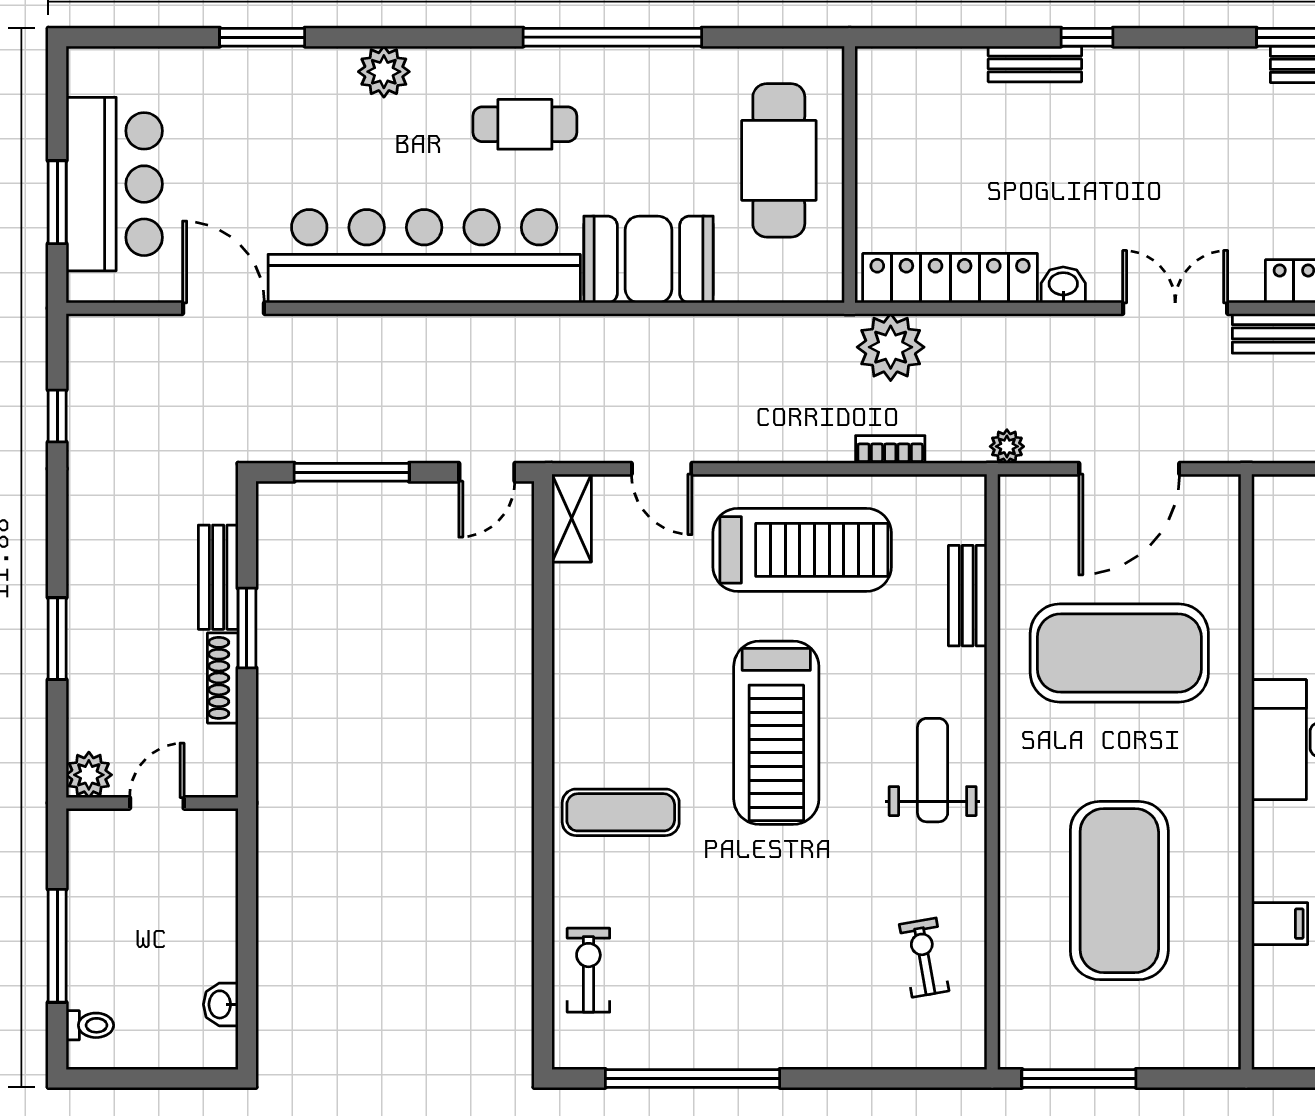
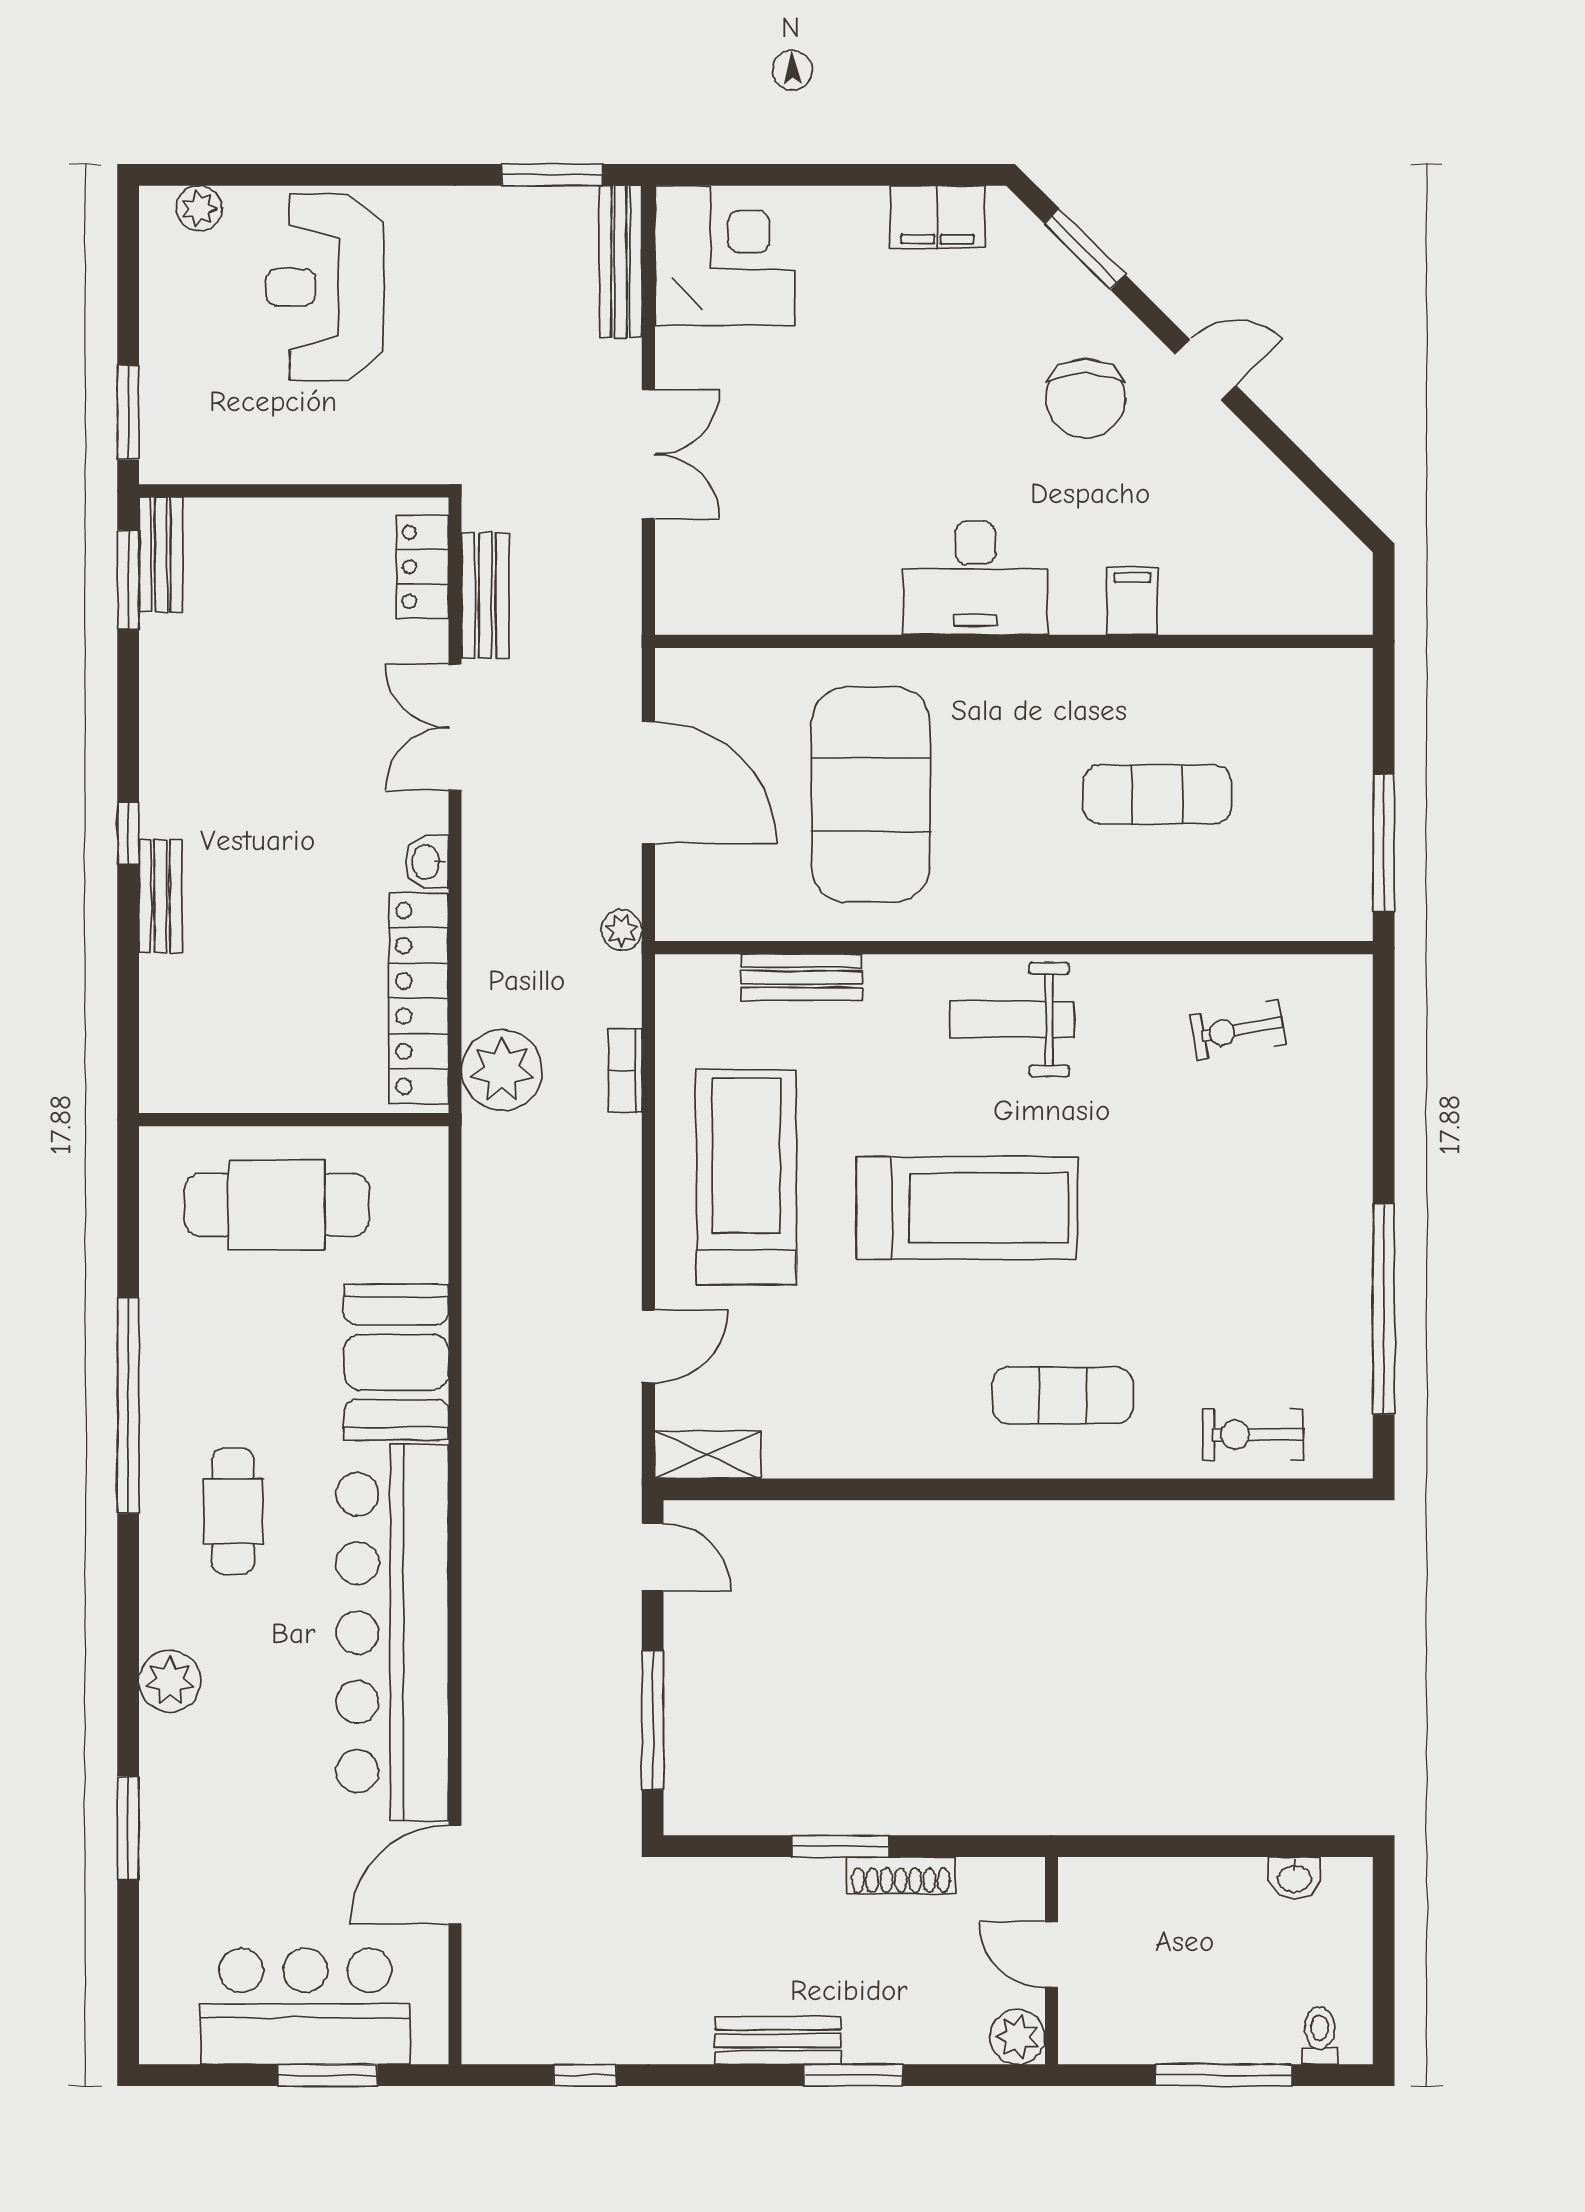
bench: (218, 577) -> (778, 2040), moved
exercise mat: (621, 812) -> (1063, 1396), turned 90
exercise mat: (1119, 891) -> (1157, 794), width x0.50, depth x0.69
filing cabinet: (1280, 924) -> (1132, 601), moved

